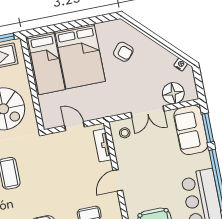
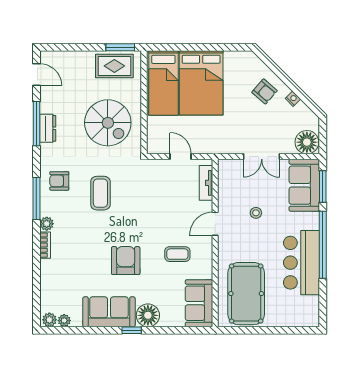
armchair: (123, 52) -> (265, 91), moved
nightstand: (181, 65) -> (293, 99), moved
floor lamp: (173, 93) -> (307, 142), moved
stool: (125, 133) -> (256, 213), moved

